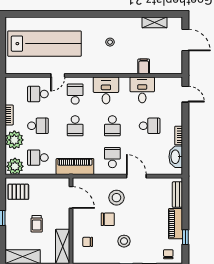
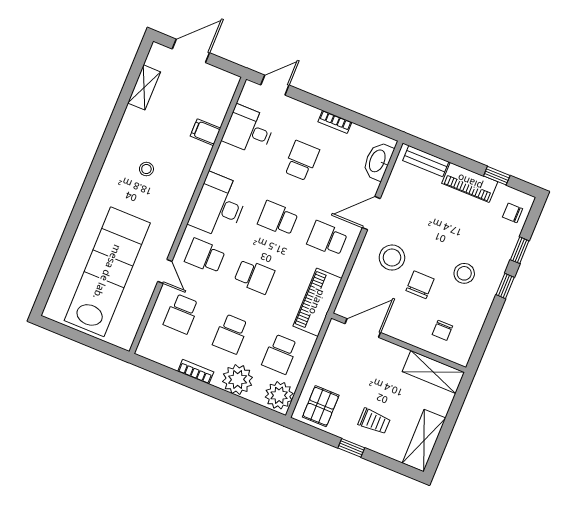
desk: (106, 90) -> (219, 206), width x1.37
desk: (142, 90) -> (249, 130), moved
school desk: (38, 126) -> (231, 334), turned 180
school desk: (112, 126) -> (278, 218), turned 180
washbasin: (176, 157) -> (378, 161), moved, turned 90
trolley: (37, 224) -> (374, 421), moved

